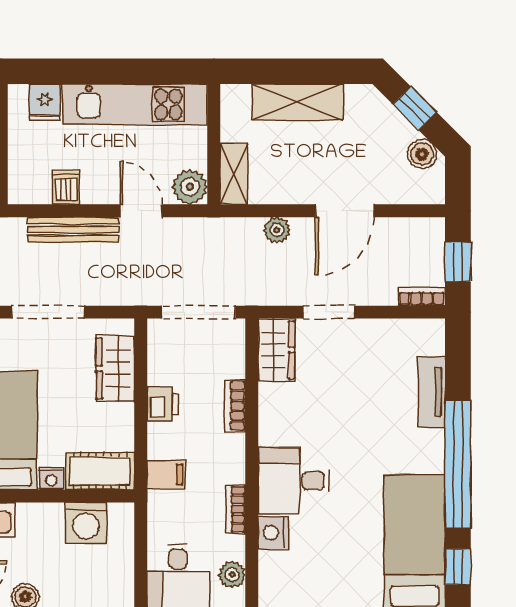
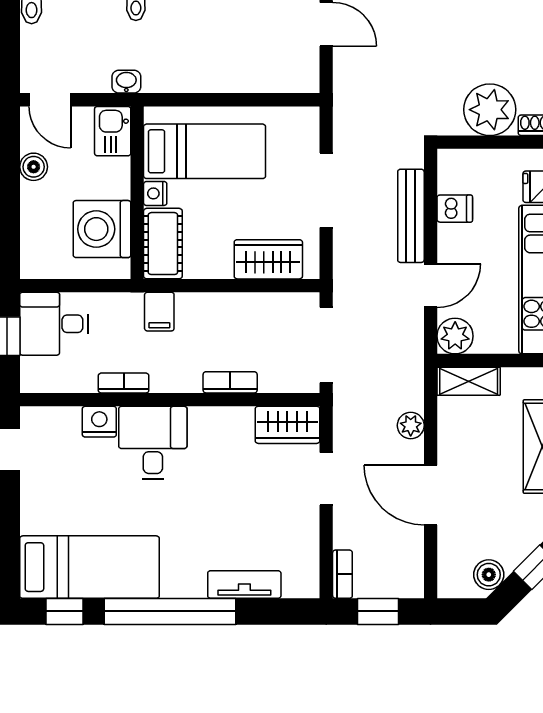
printer: (163, 404) -> (232, 308), removed
washing machine: (86, 523) -> (102, 229), width x1.37, depth x1.37
plant: (232, 575) -> (57, 379), removed

